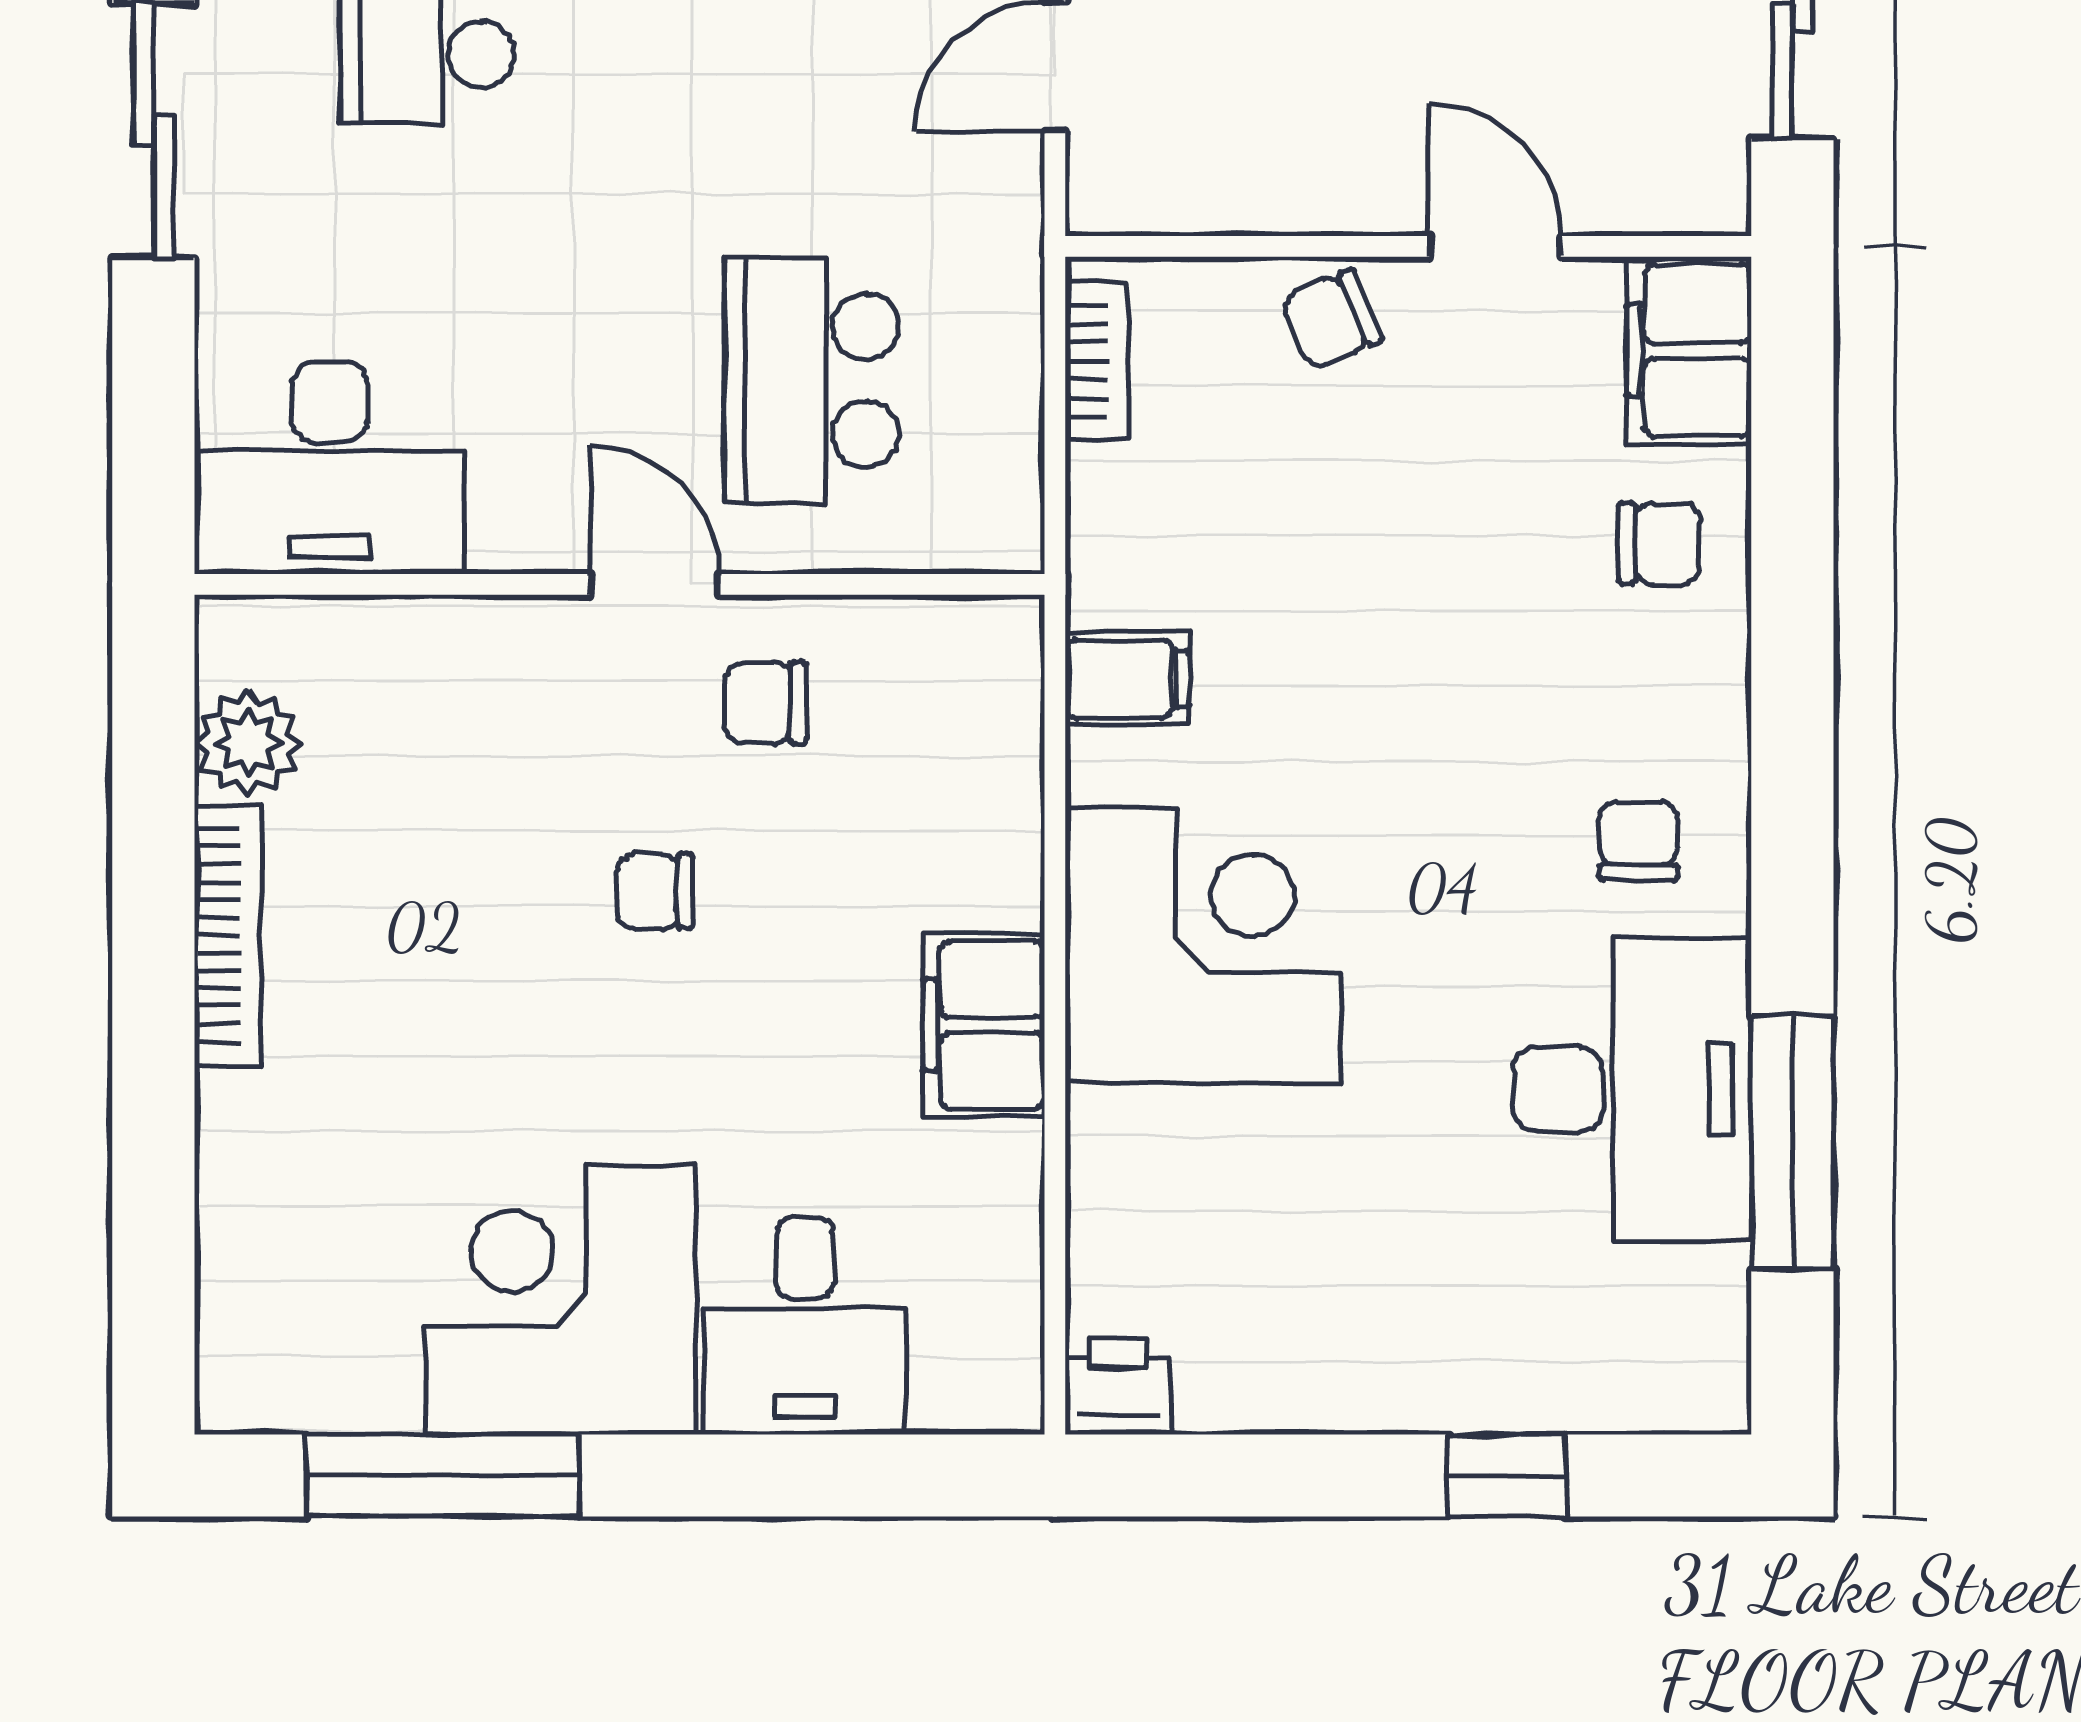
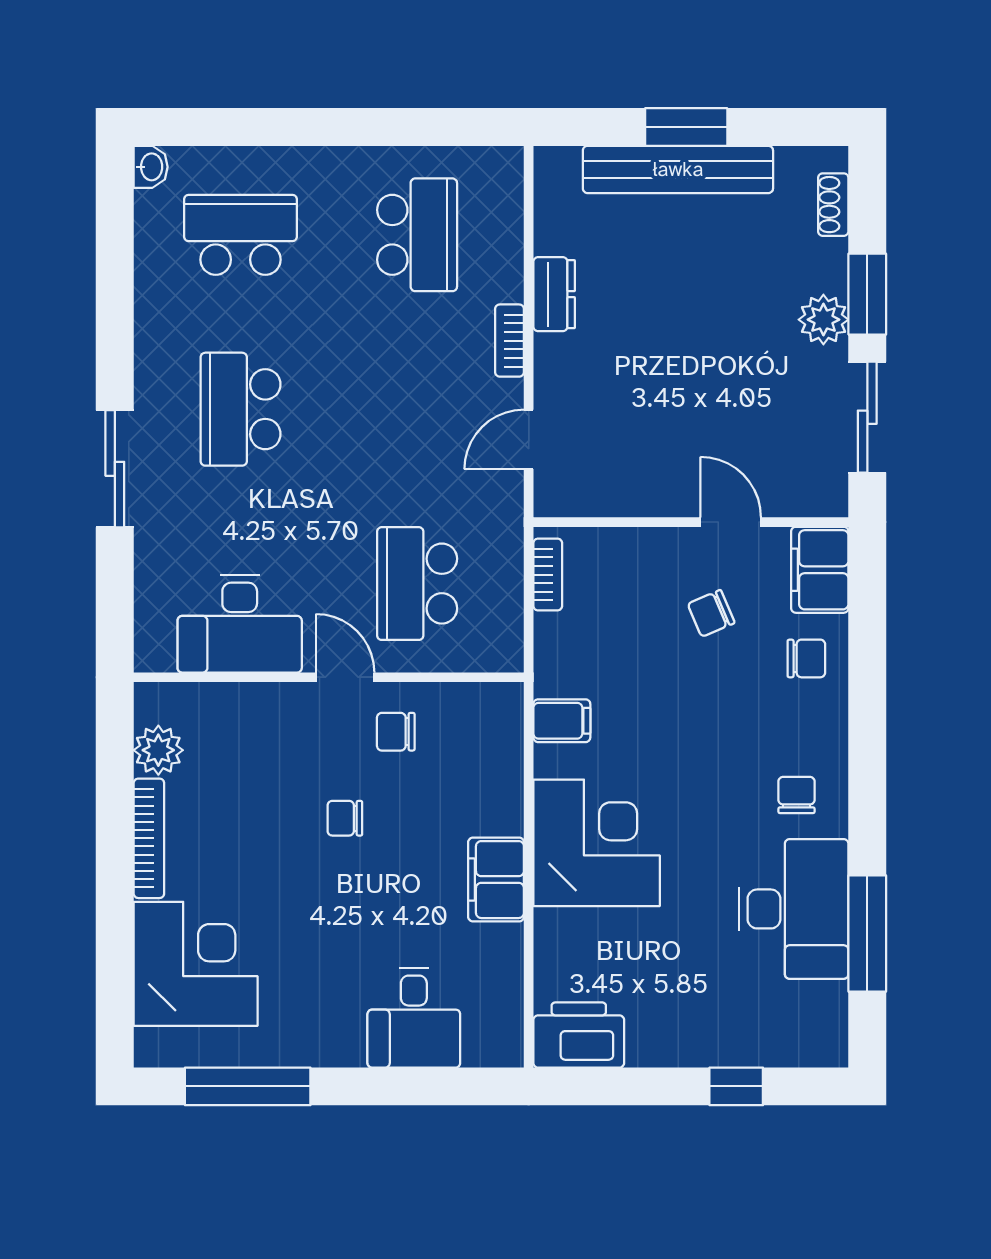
chair: (1331, 319) -> (711, 613), moved
desk: (330, 468) -> (240, 624), moved
corner desk: (561, 1300) -> (196, 964), moved, turned 90
printer: (1118, 1387) -> (579, 1035), width x1.87, depth x1.48

